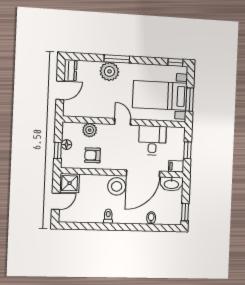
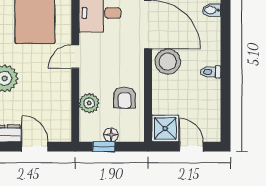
window: (58, 150) -> (104, 147), moved

